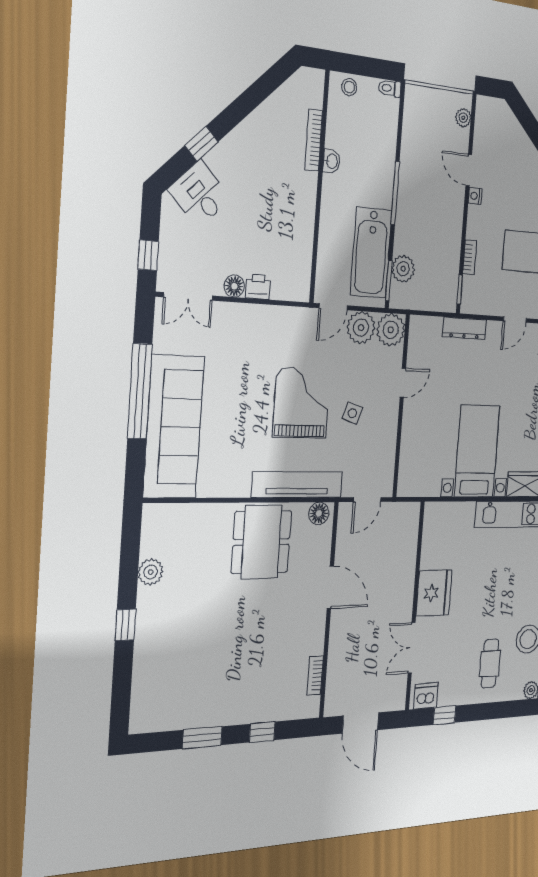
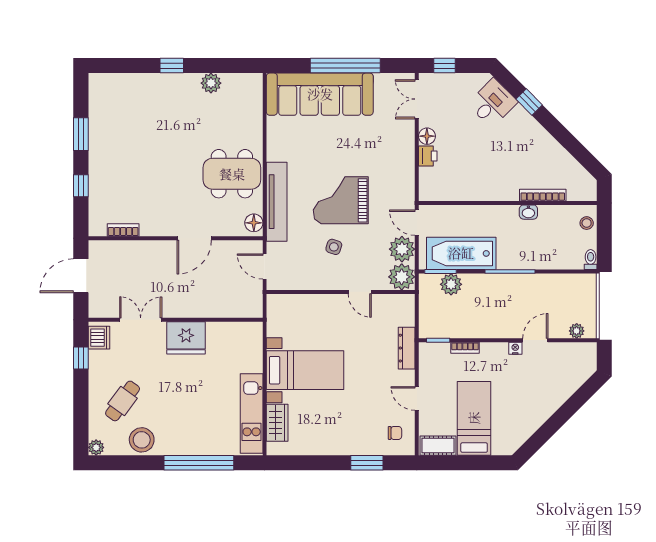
grand piano: (301, 403) -> (341, 200), turned 180
cafe table: (490, 664) -> (123, 401), turned -54

